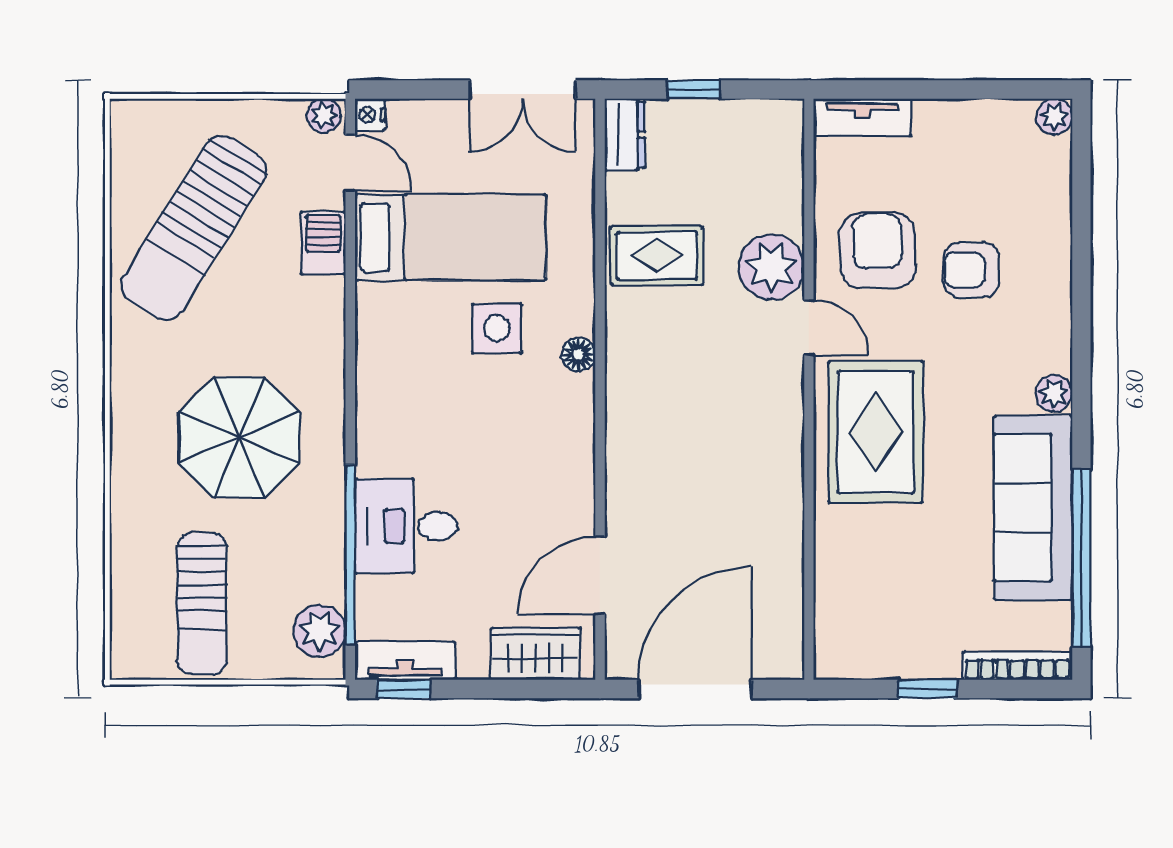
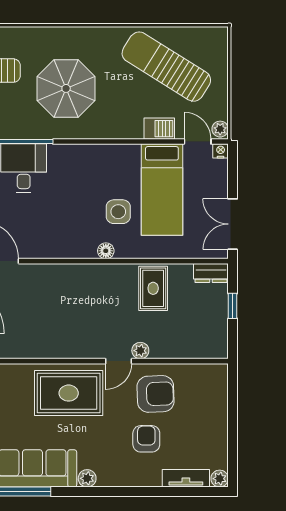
tv unit: (862, 117) -> (186, 478), moved, turned 90
door: (350, 163) -> (198, 142), swing flipped
plant: (771, 267) -> (140, 351), width x0.53, depth x0.53

